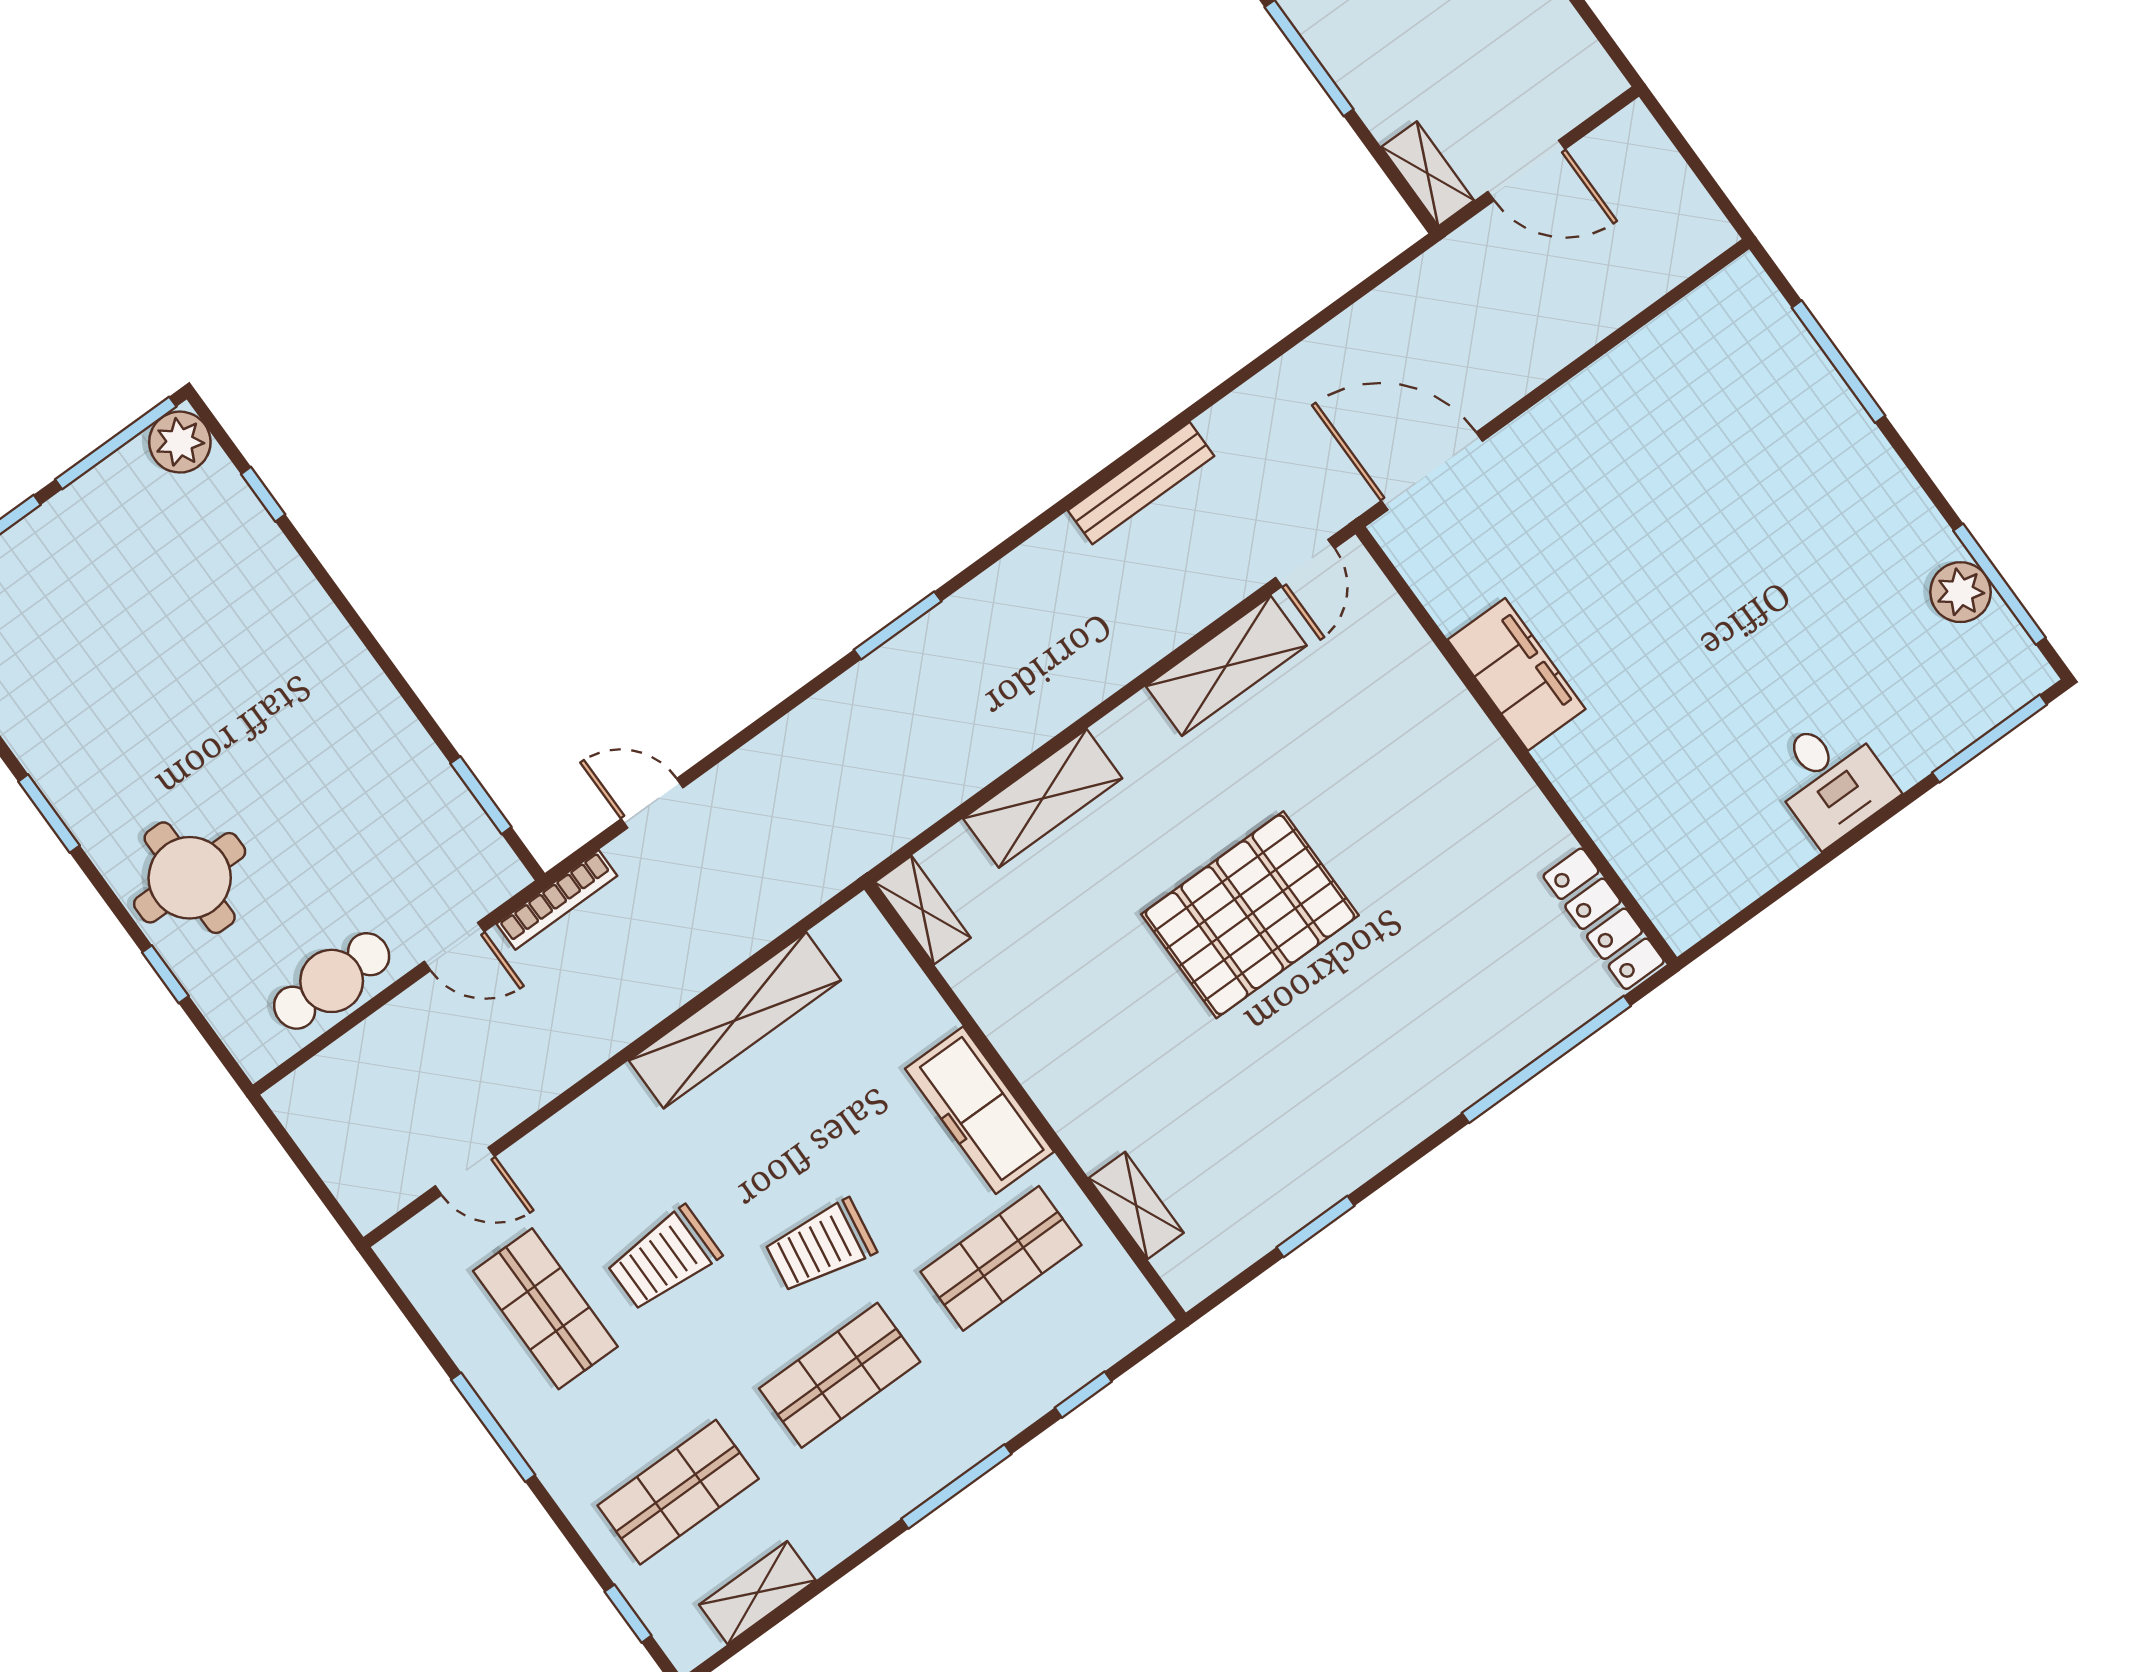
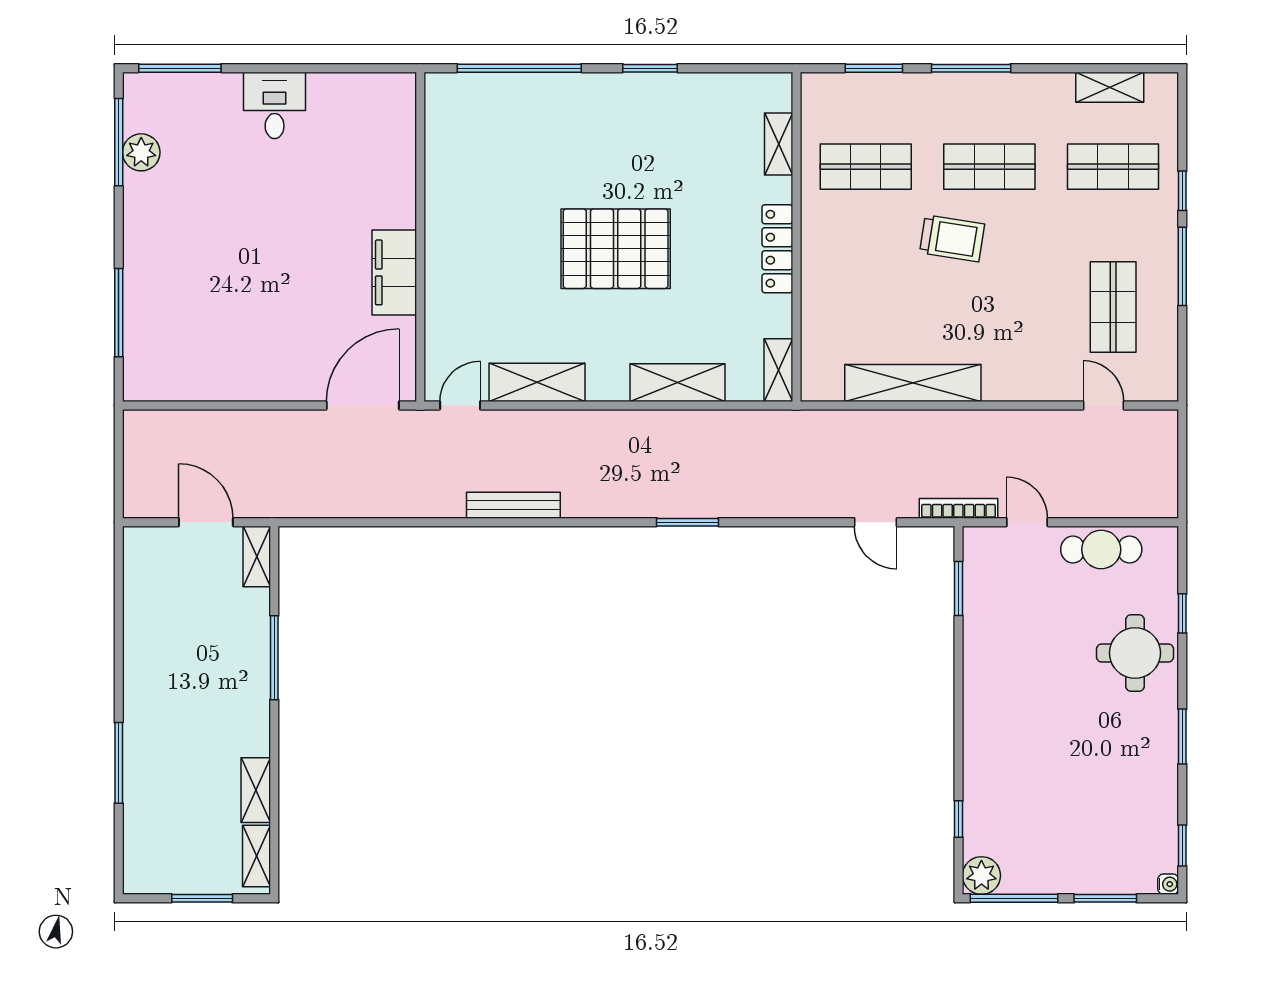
door: (1432, 471) -> (363, 405), swing flipped
locker: (1604, 919) -> (777, 249), moved, turned 180
freezer: (980, 1110) -> (823, 249), removed
window: (1316, 1226) -> (650, 68), moved
trolley: (664, 1259) -> (1035, 289), removed
window: (1083, 1395) -> (874, 68), width x1.50
window: (628, 1614) -> (1182, 191), moved

